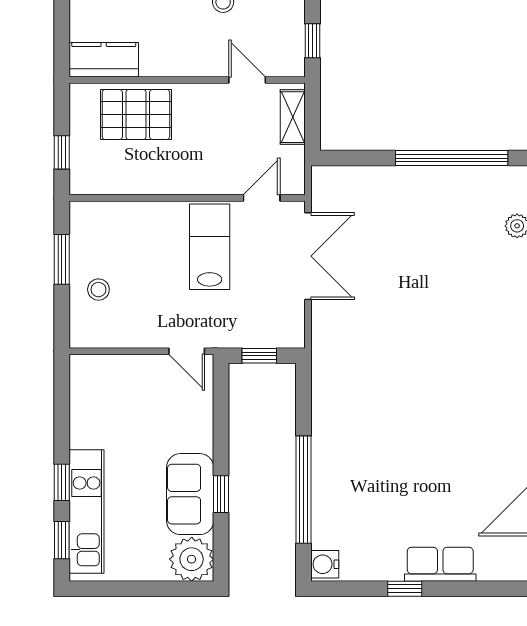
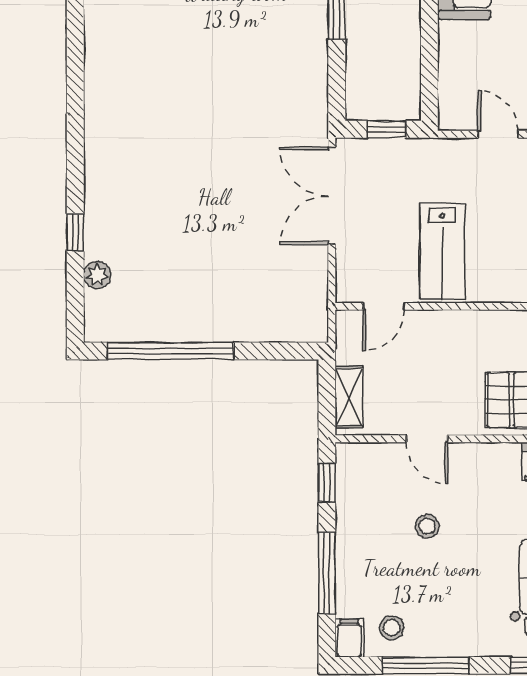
door: (247, 80) -> (427, 439), moved
double door: (308, 256) -> (332, 196), moved
door: (187, 351) -> (498, 134), moved

